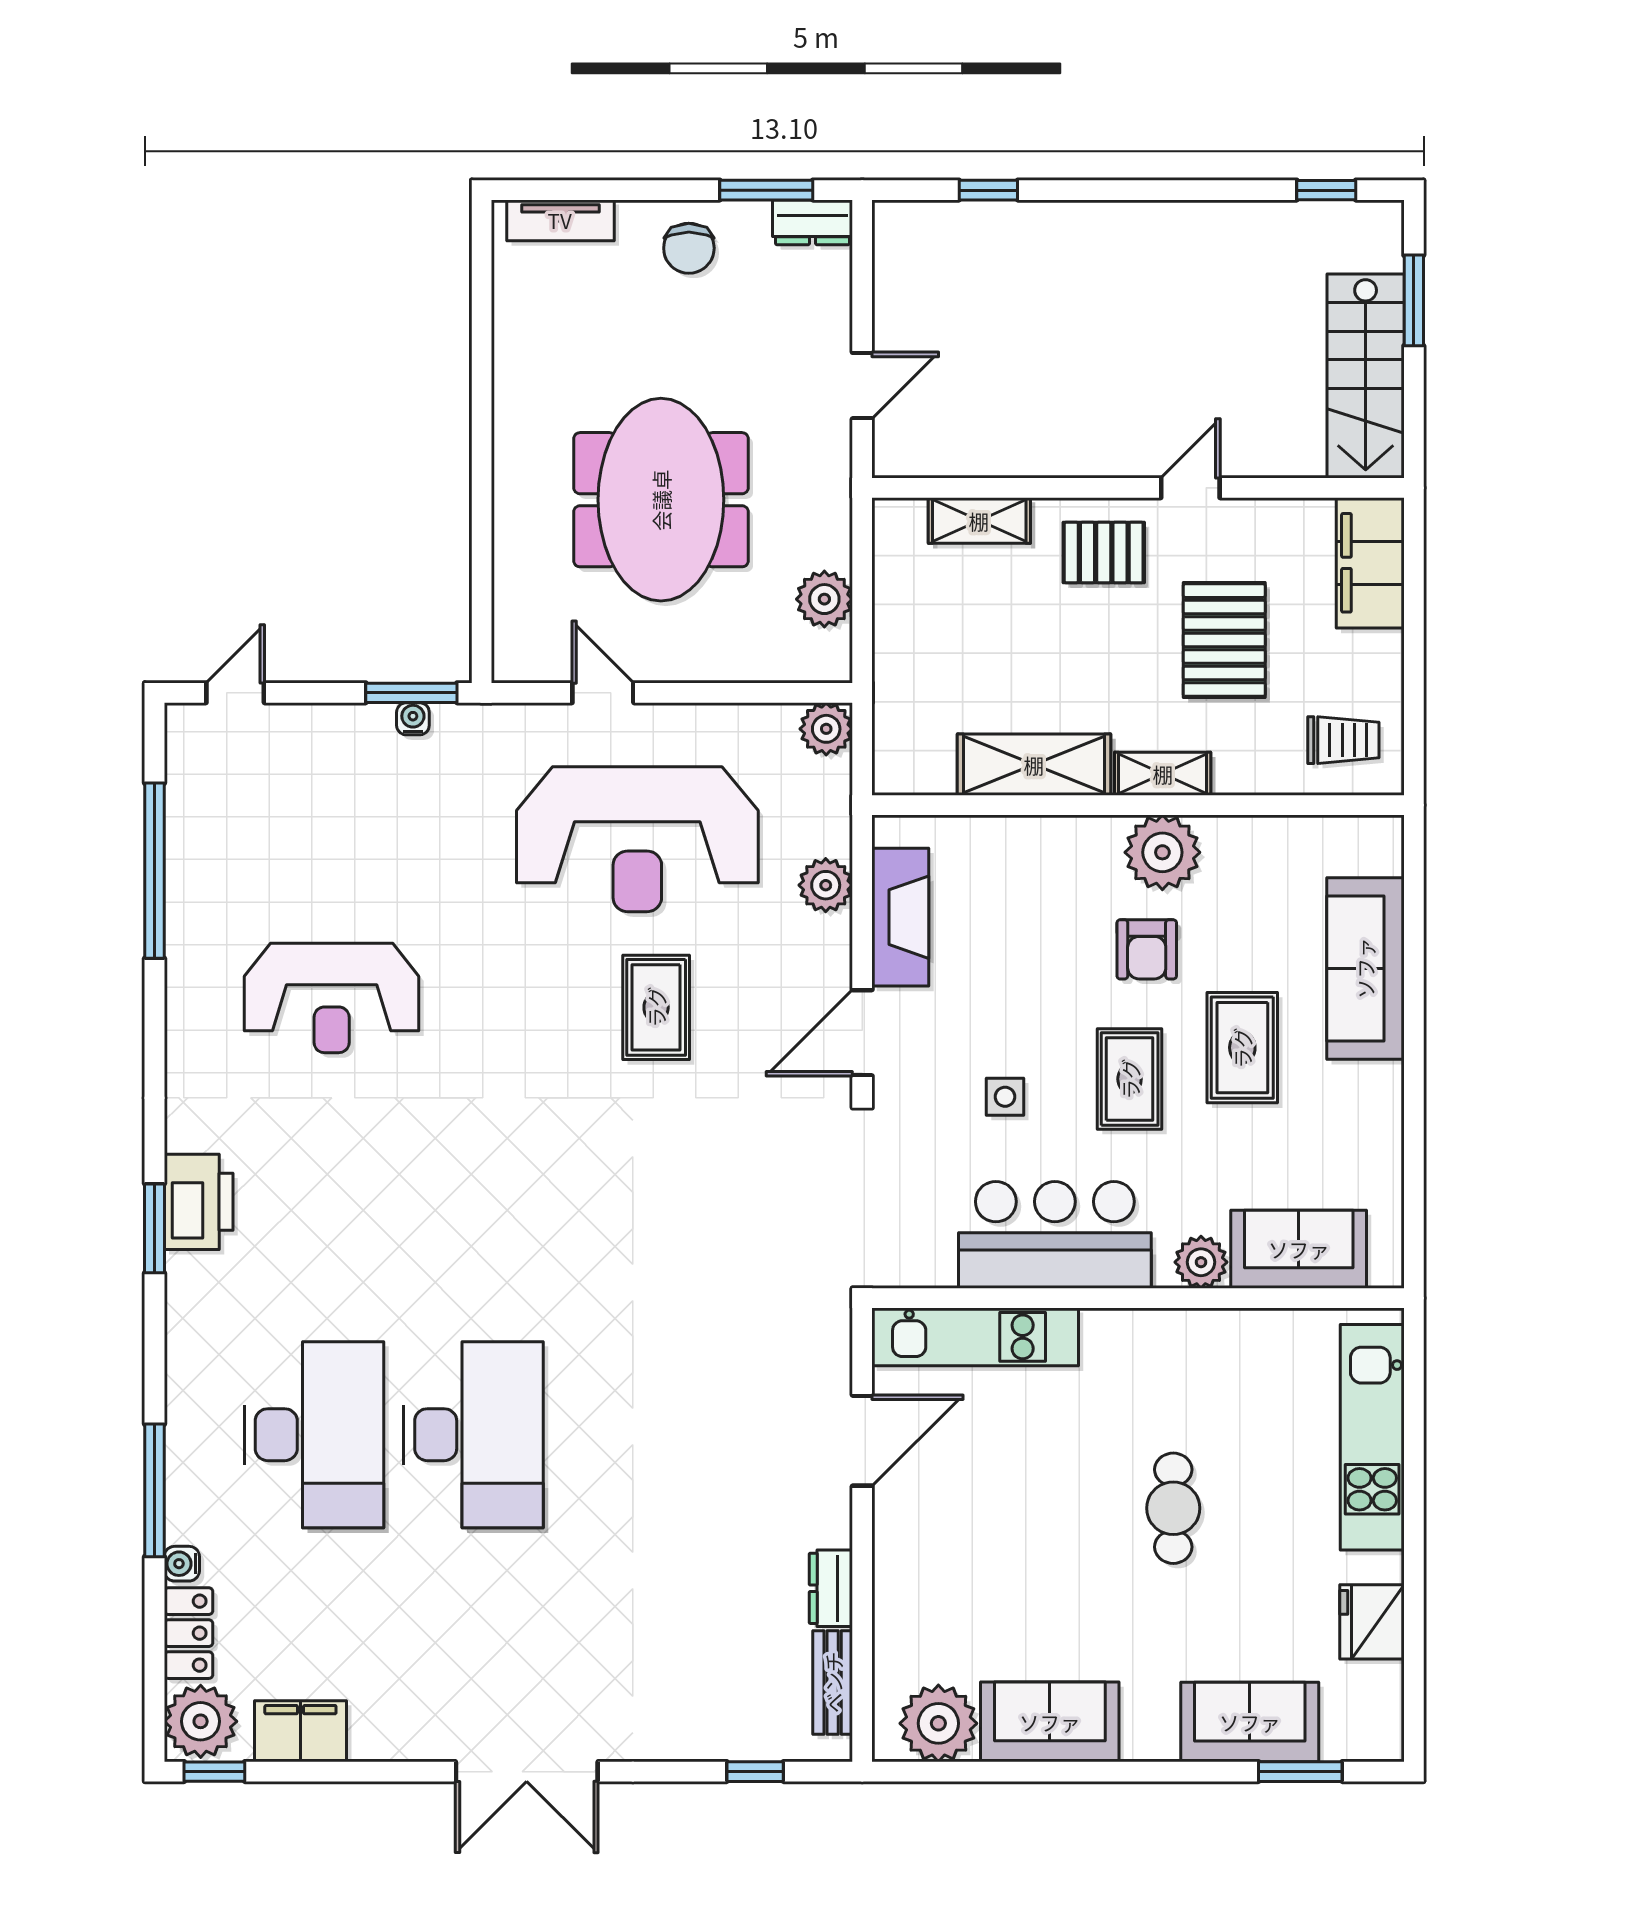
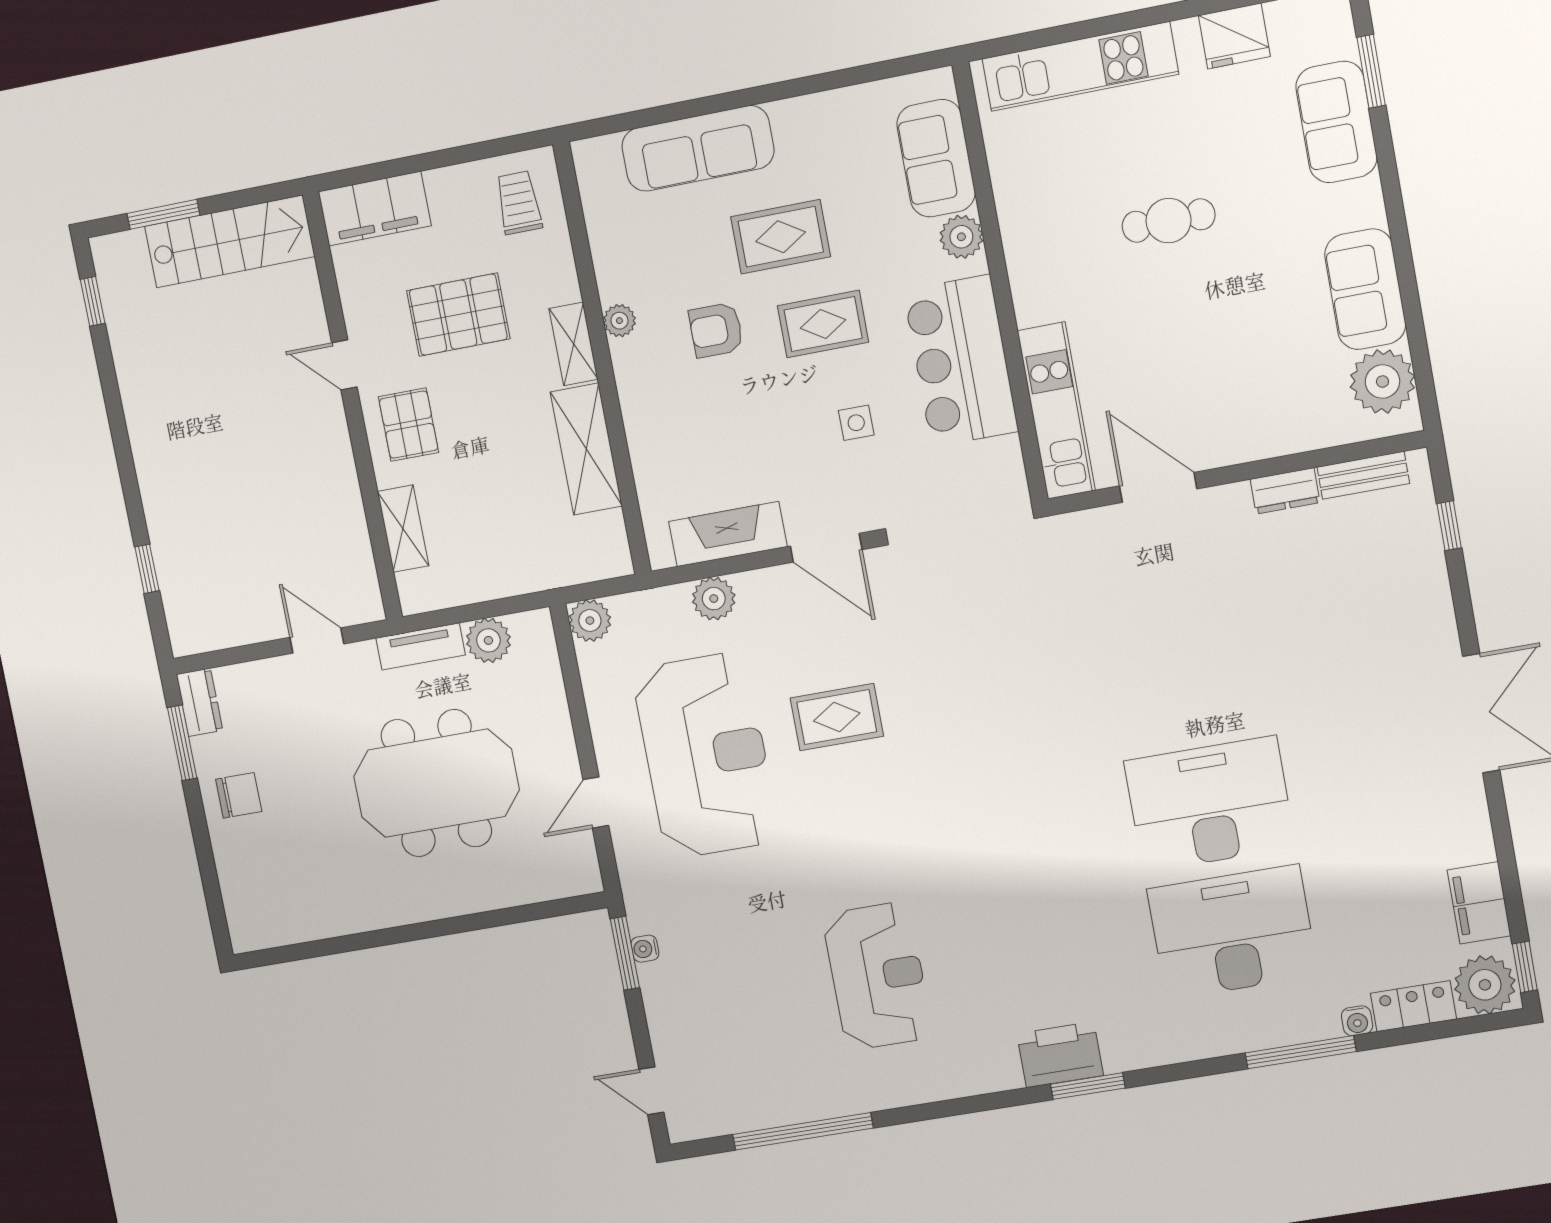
tv unit: (560, 220) -> (421, 646), moved, turned 90
plant: (1162, 852) -> (619, 321), width x0.53, depth x0.53
armchair: (1147, 949) -> (716, 330), turned 180

